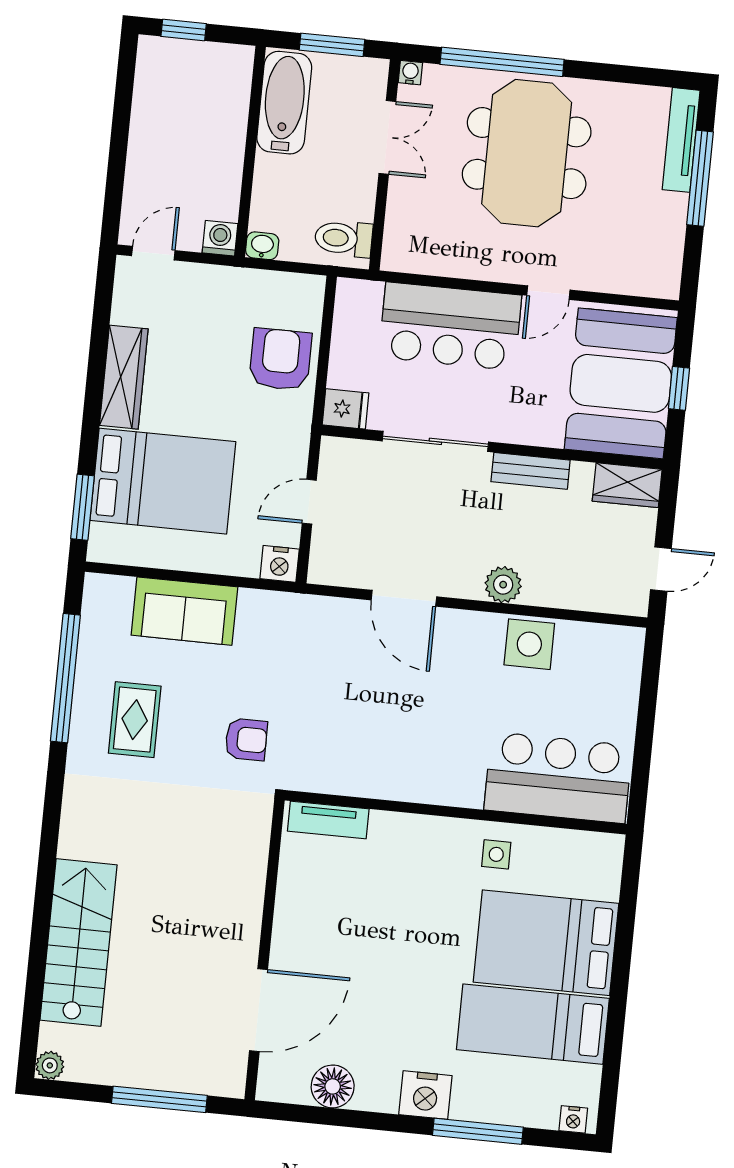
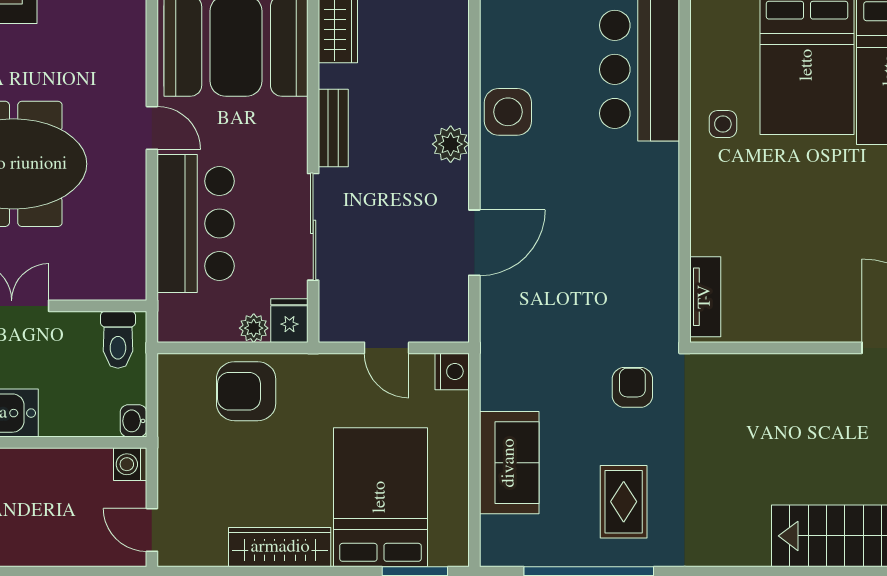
plant: (342, 373) -> (254, 328), added
rug: (135, 720) -> (624, 502), turned 90

